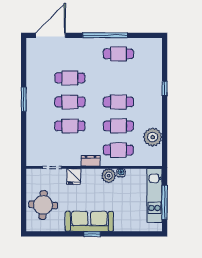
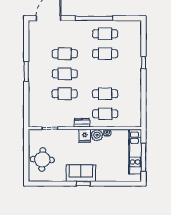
cafe table: (118, 102) -> (105, 54), moved
plant: (153, 137) -> (134, 103), removed
fridge: (74, 177) -> (85, 136), moved
sofa: (89, 221) -> (81, 173), width x0.73

